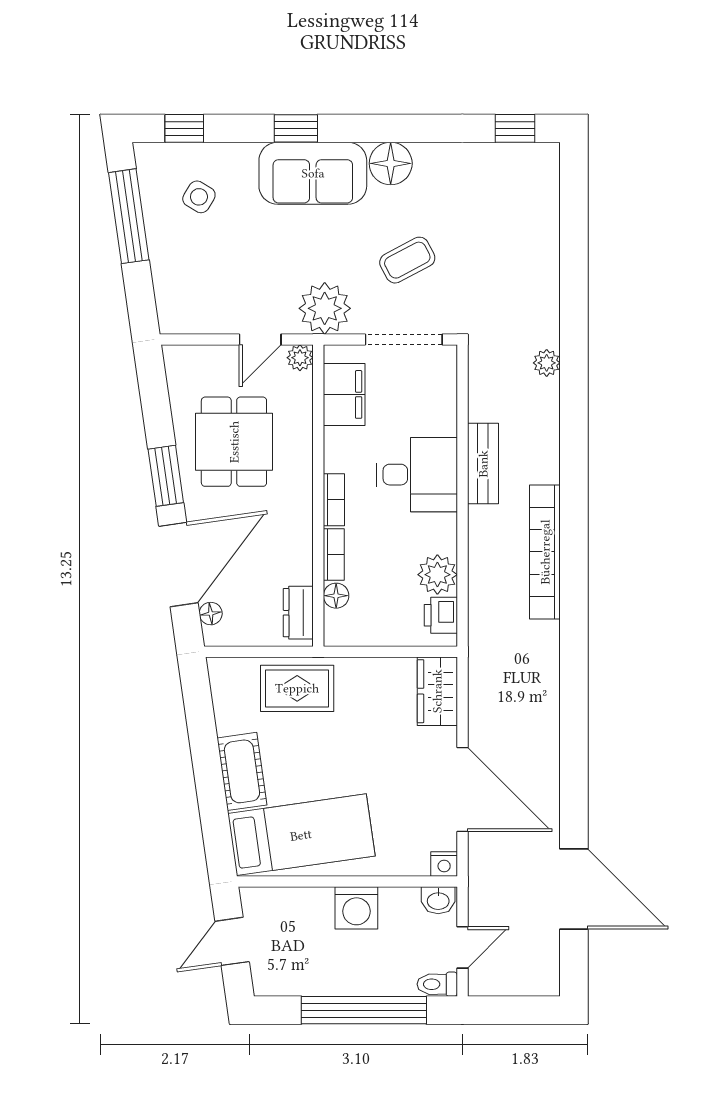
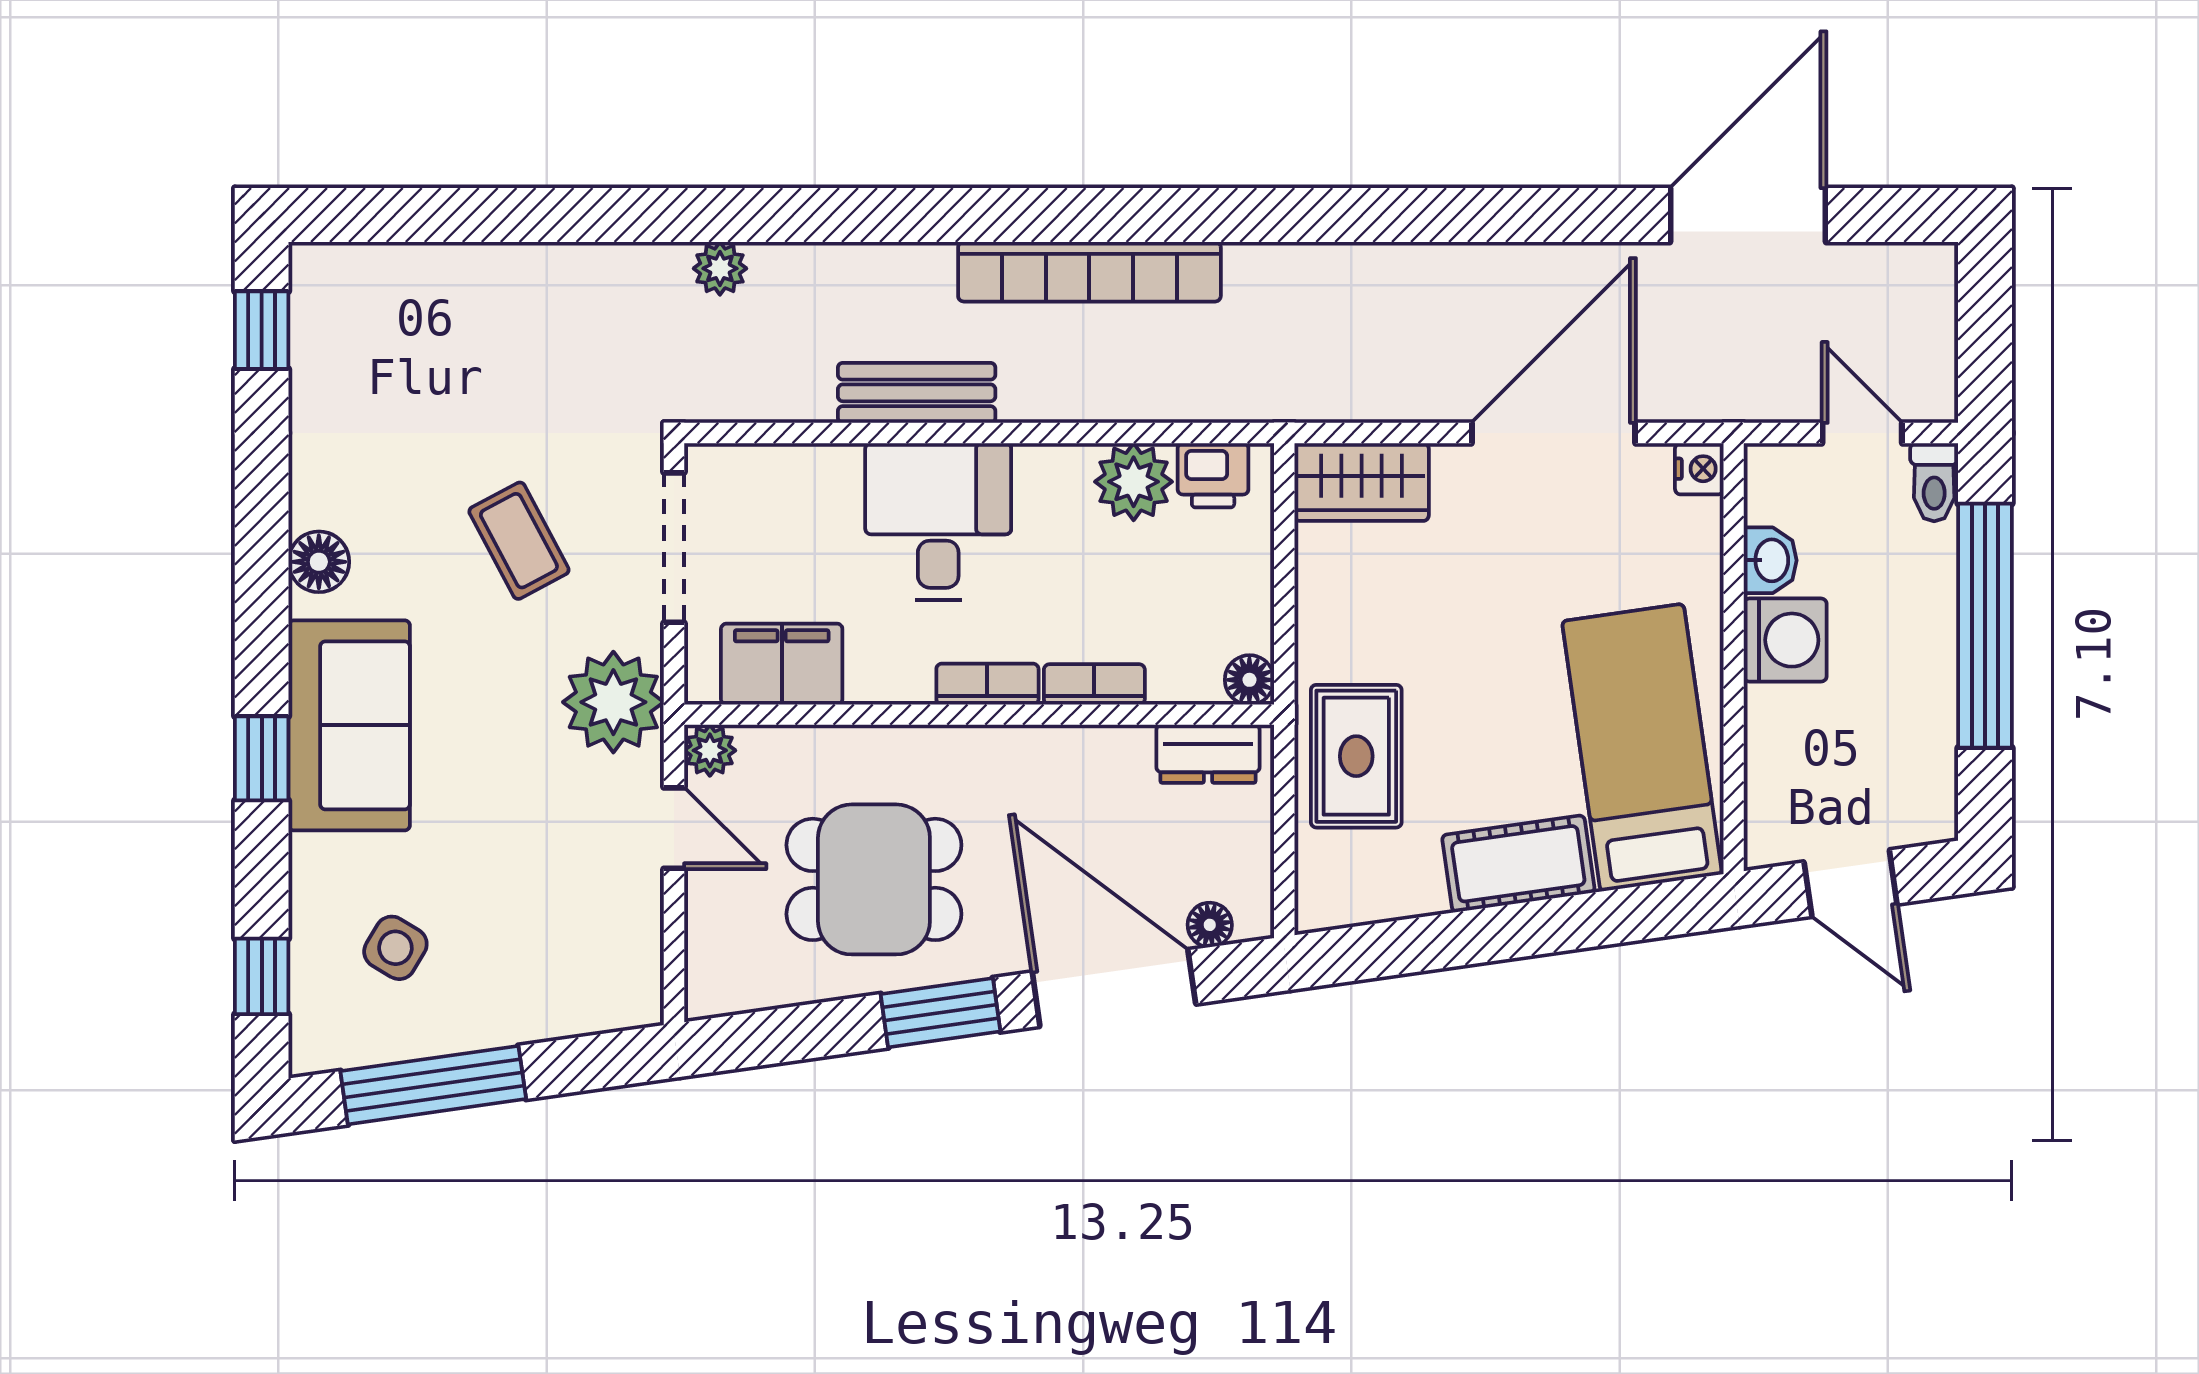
floor lamp: (391, 163) -> (319, 562), width x0.73, depth x0.73
floor lamp: (336, 596) -> (1249, 680), moved
washbasin: (438, 900) -> (1770, 560), moved

